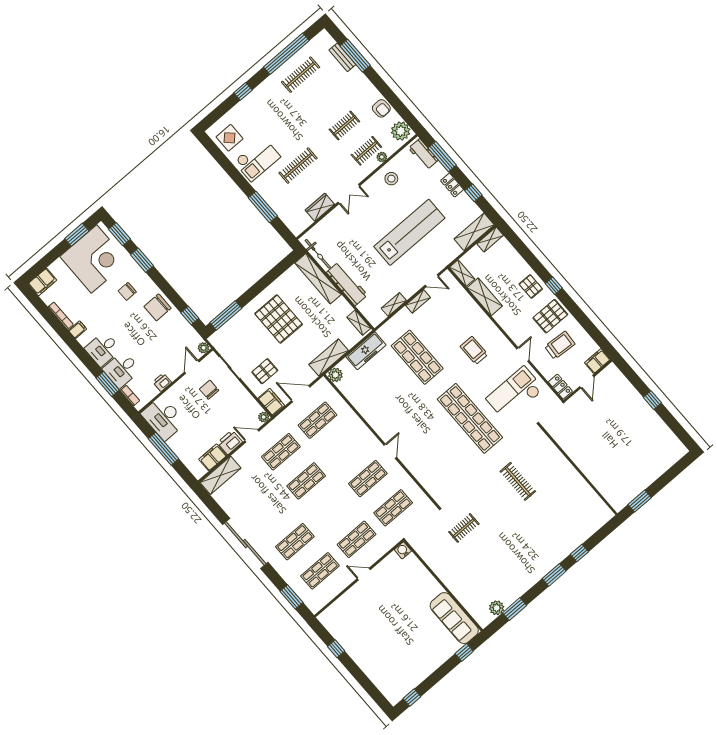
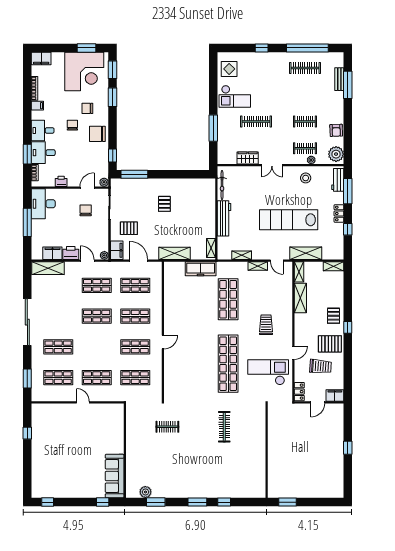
lab bench: (409, 232) -> (289, 220), turned 180
shelving: (474, 232) -> (306, 253), moved
shelving: (318, 279) -> (209, 200), removed
pallet: (279, 319) -> (164, 204), width x0.49, depth x0.50
chair: (127, 320) -> (72, 125), added
plant: (335, 375) -> (170, 267), removed
shop shelf: (343, 449) -> (135, 316), added
water cooler: (403, 550) -> (119, 408), removed

